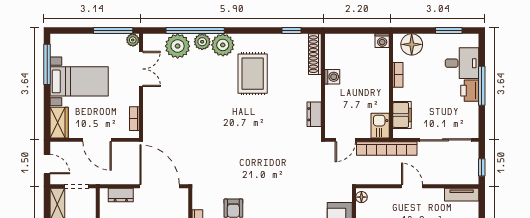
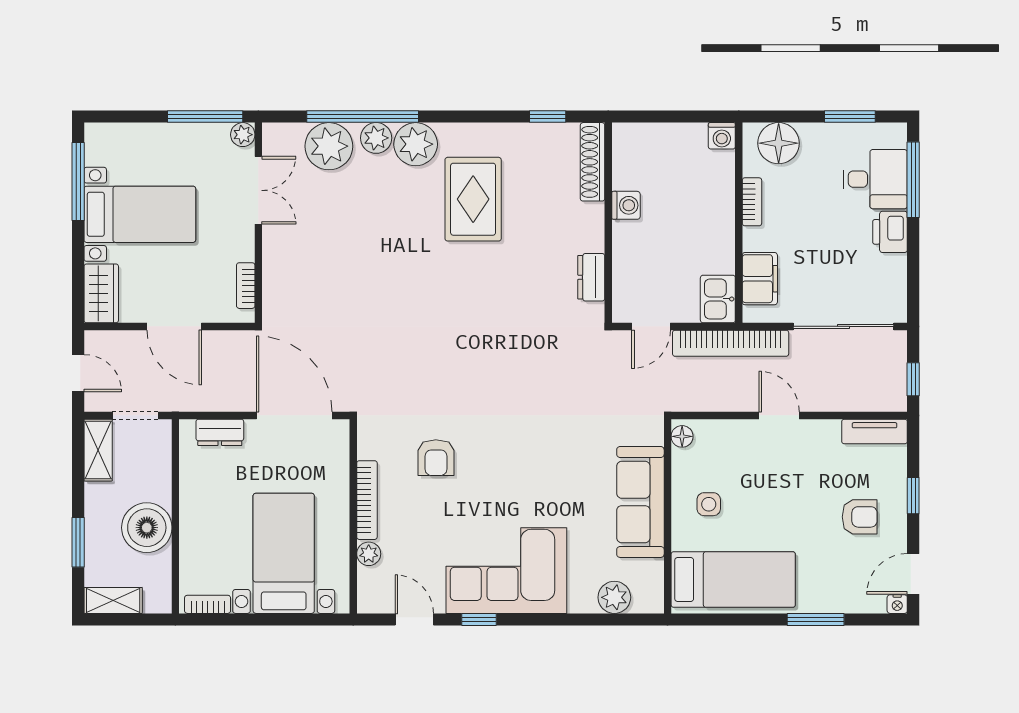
window: (482, 86) -> (913, 180), moved

